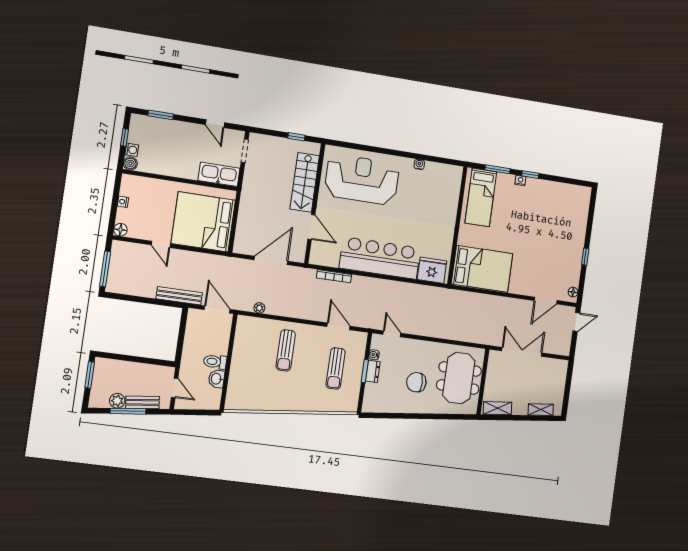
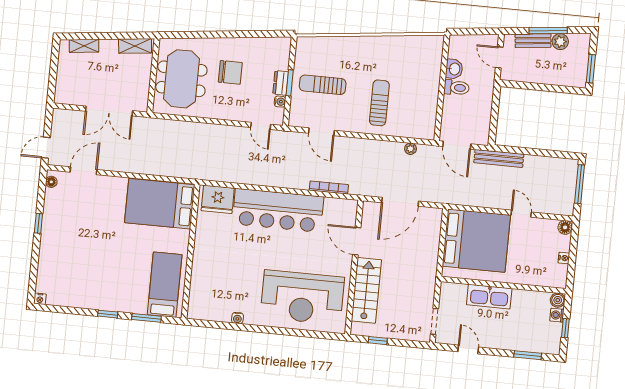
kitchen sink: (219, 174) -> (489, 297), moved
nightstand: (520, 181) -> (40, 299), moved
sun lounger: (336, 368) -> (323, 85), turned -90

